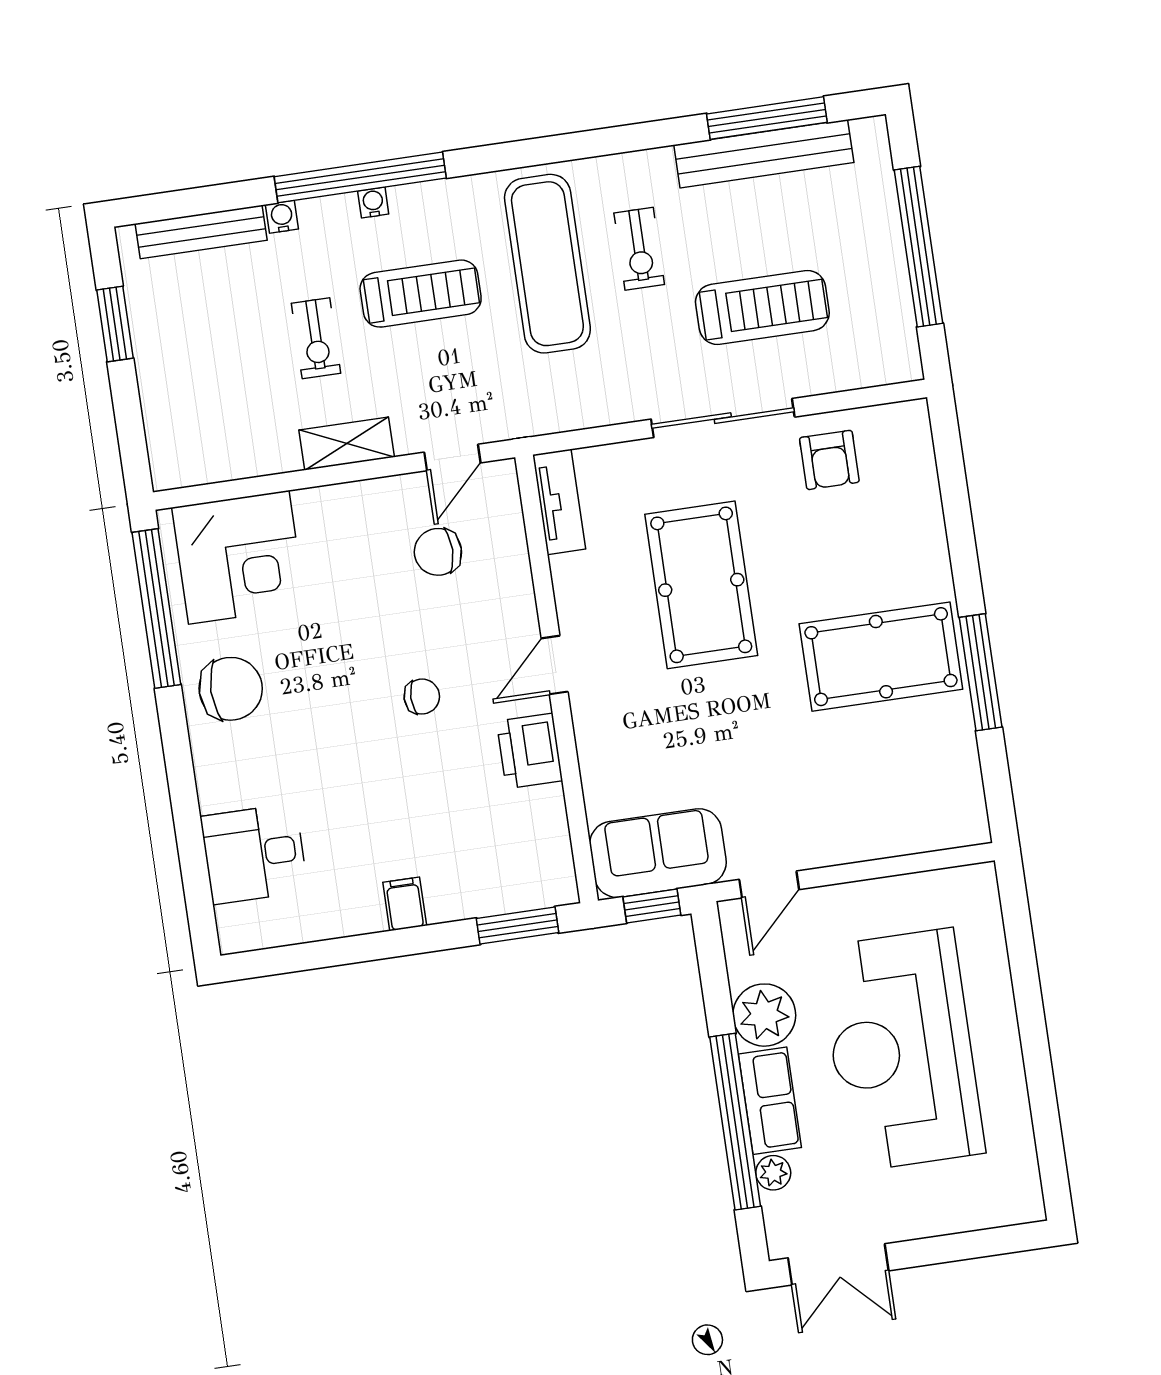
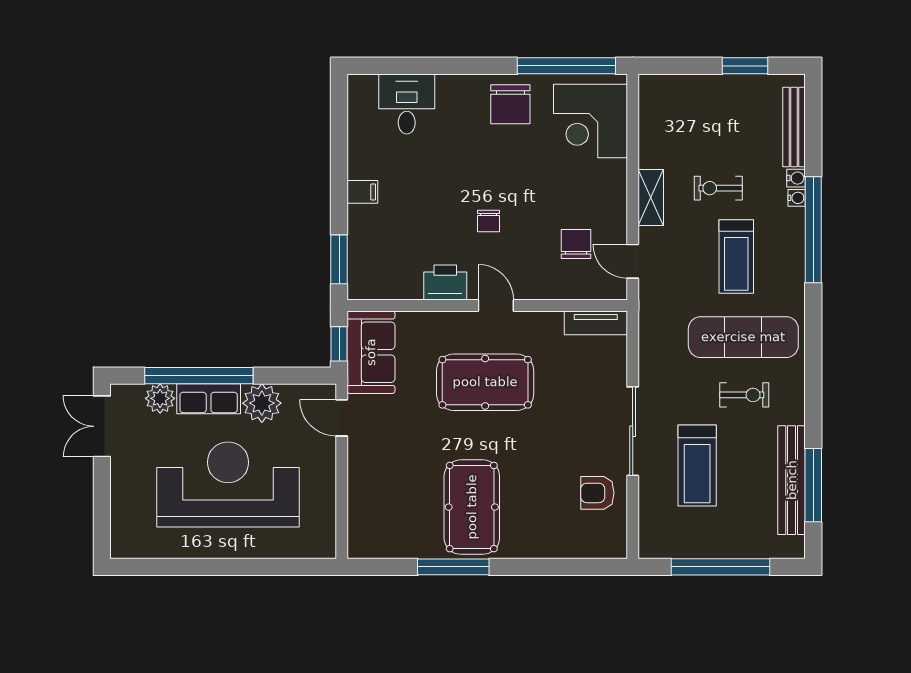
water cooler: (373, 203) -> (797, 198), moved
exercise bike: (639, 249) -> (744, 395), turned 180
pool table: (701, 585) -> (485, 382), moved
plant: (773, 1173) -> (160, 398), width x1.38, depth x1.38

